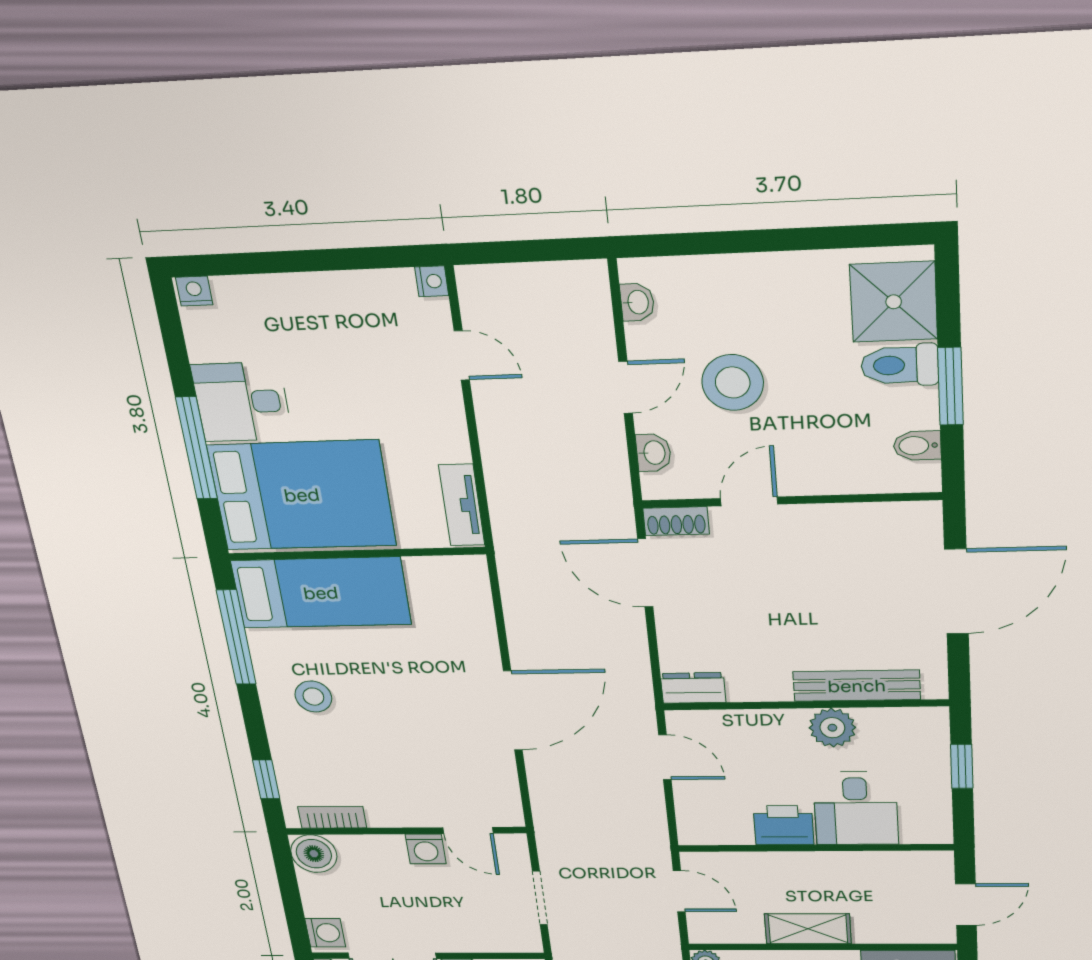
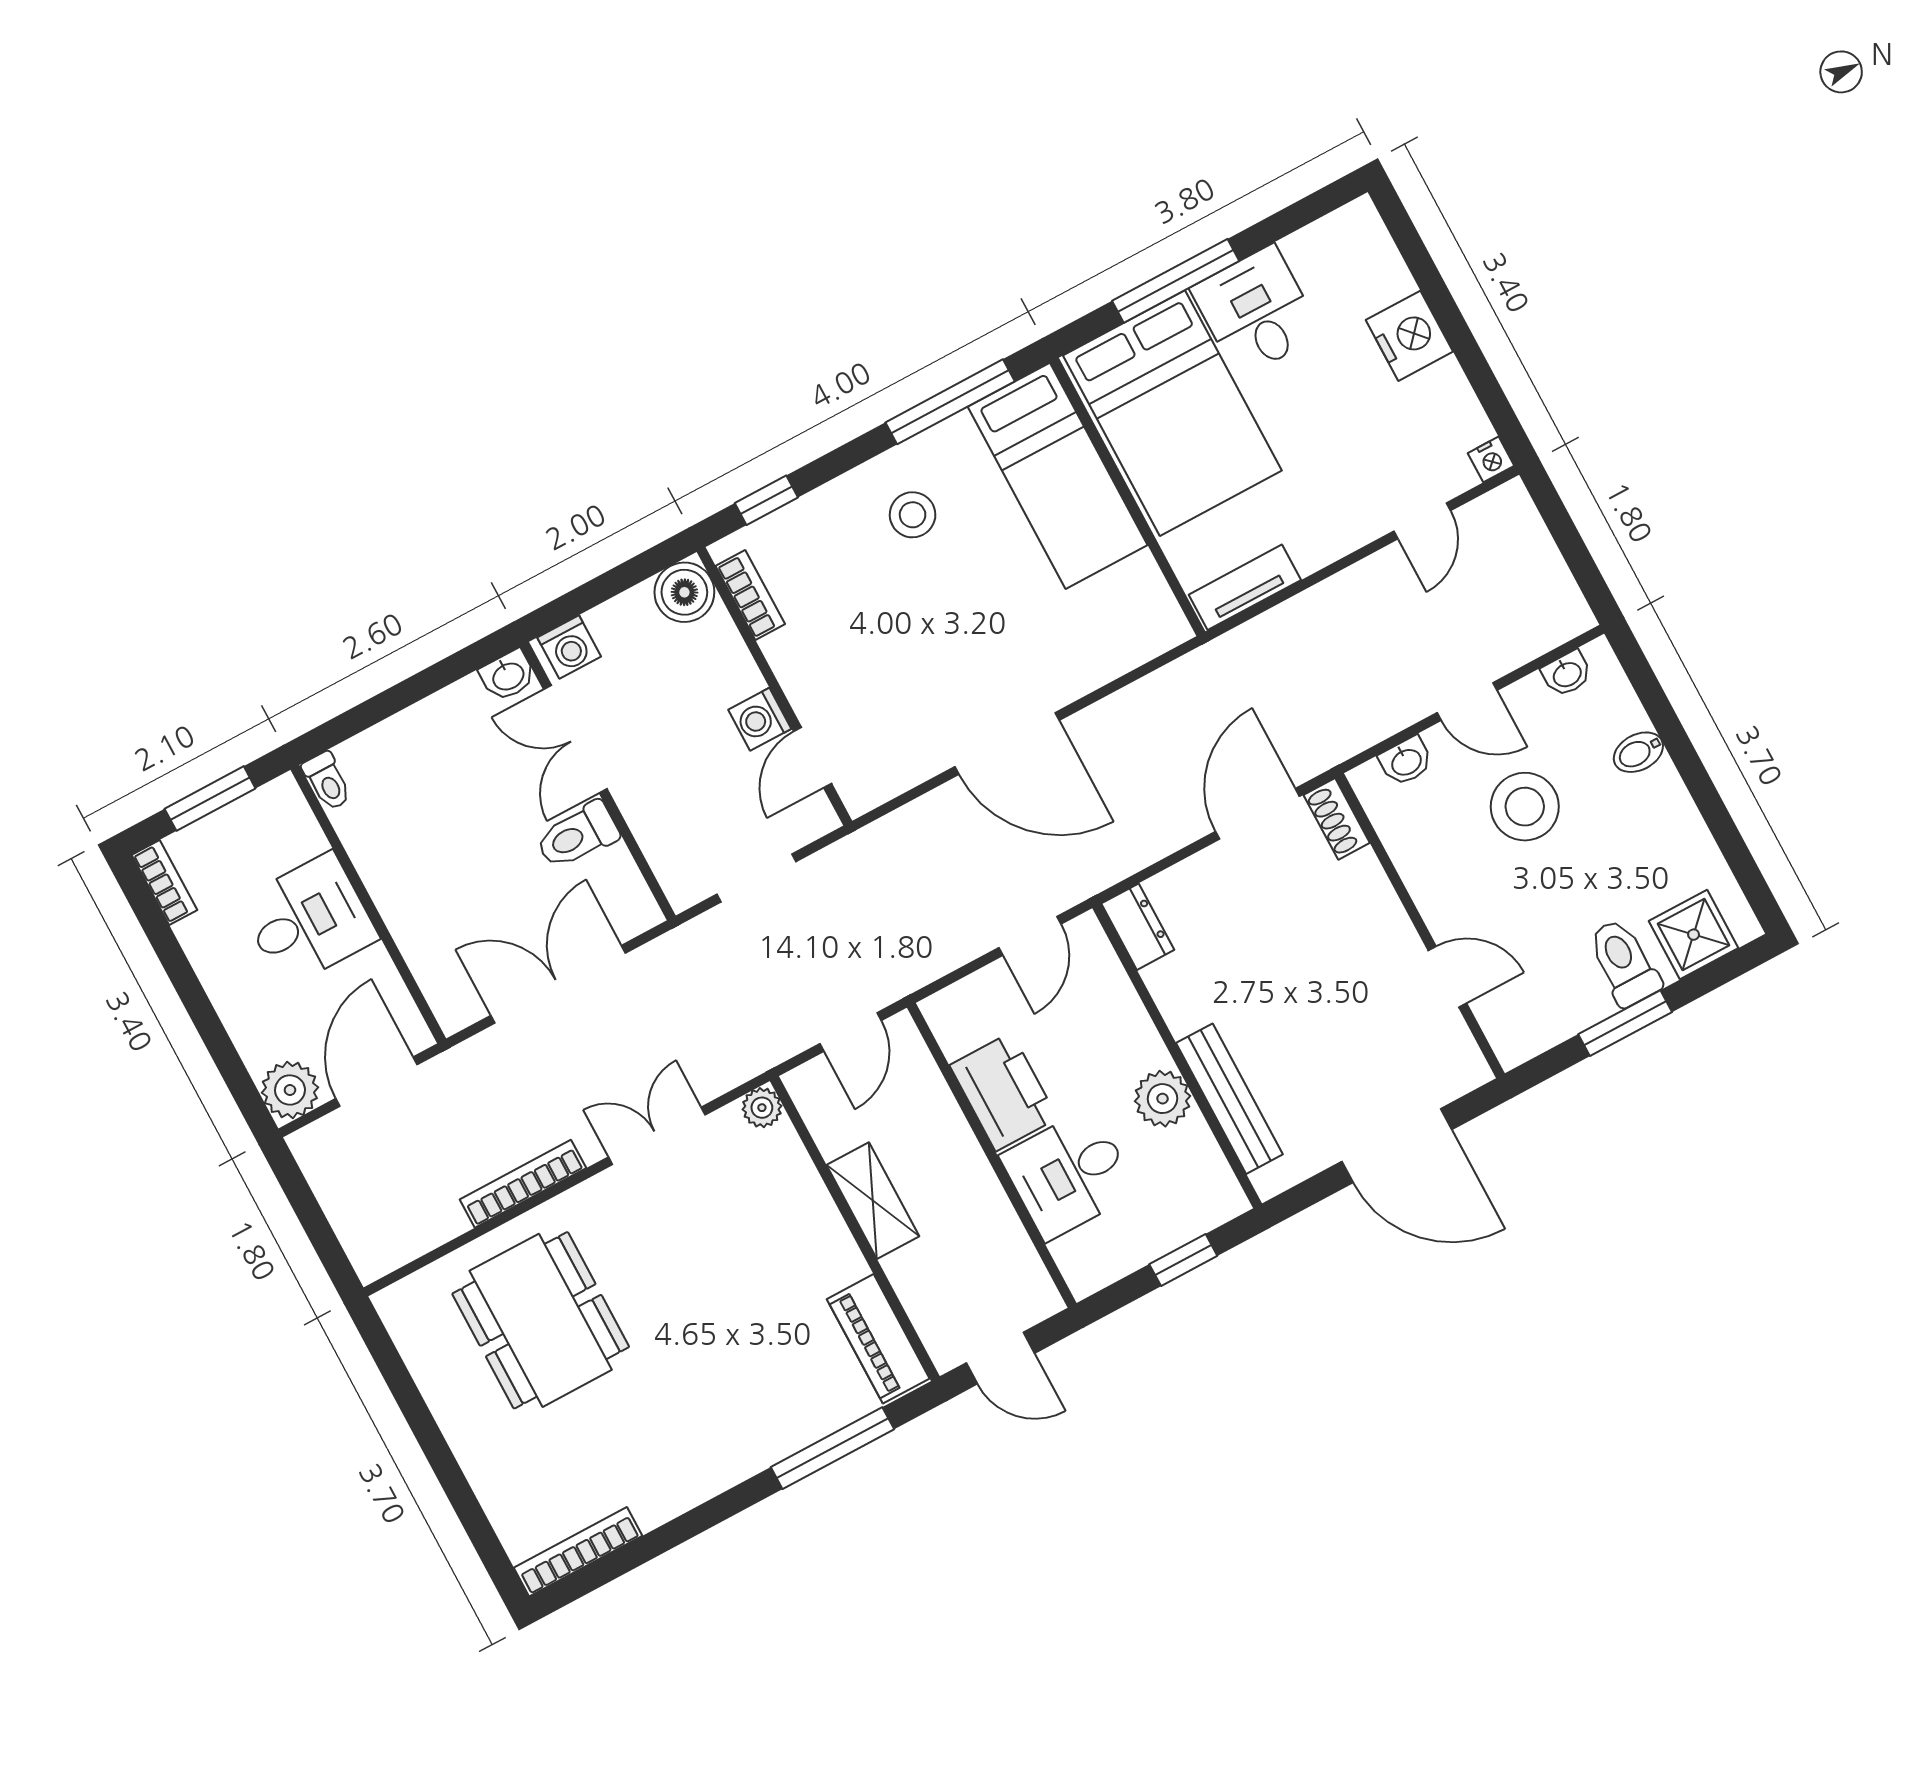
nightstand: (194, 291) -> (1409, 336), moved, width x1.89, depth x1.79
shower: (894, 302) -> (1694, 935), width x0.73, depth x0.73
bidet: (917, 446) -> (1638, 752), moved, turned -90
door: (749, 501) -> (1447, 977), moved
printer: (784, 825) -> (1004, 1092), width x1.37, depth x1.19

